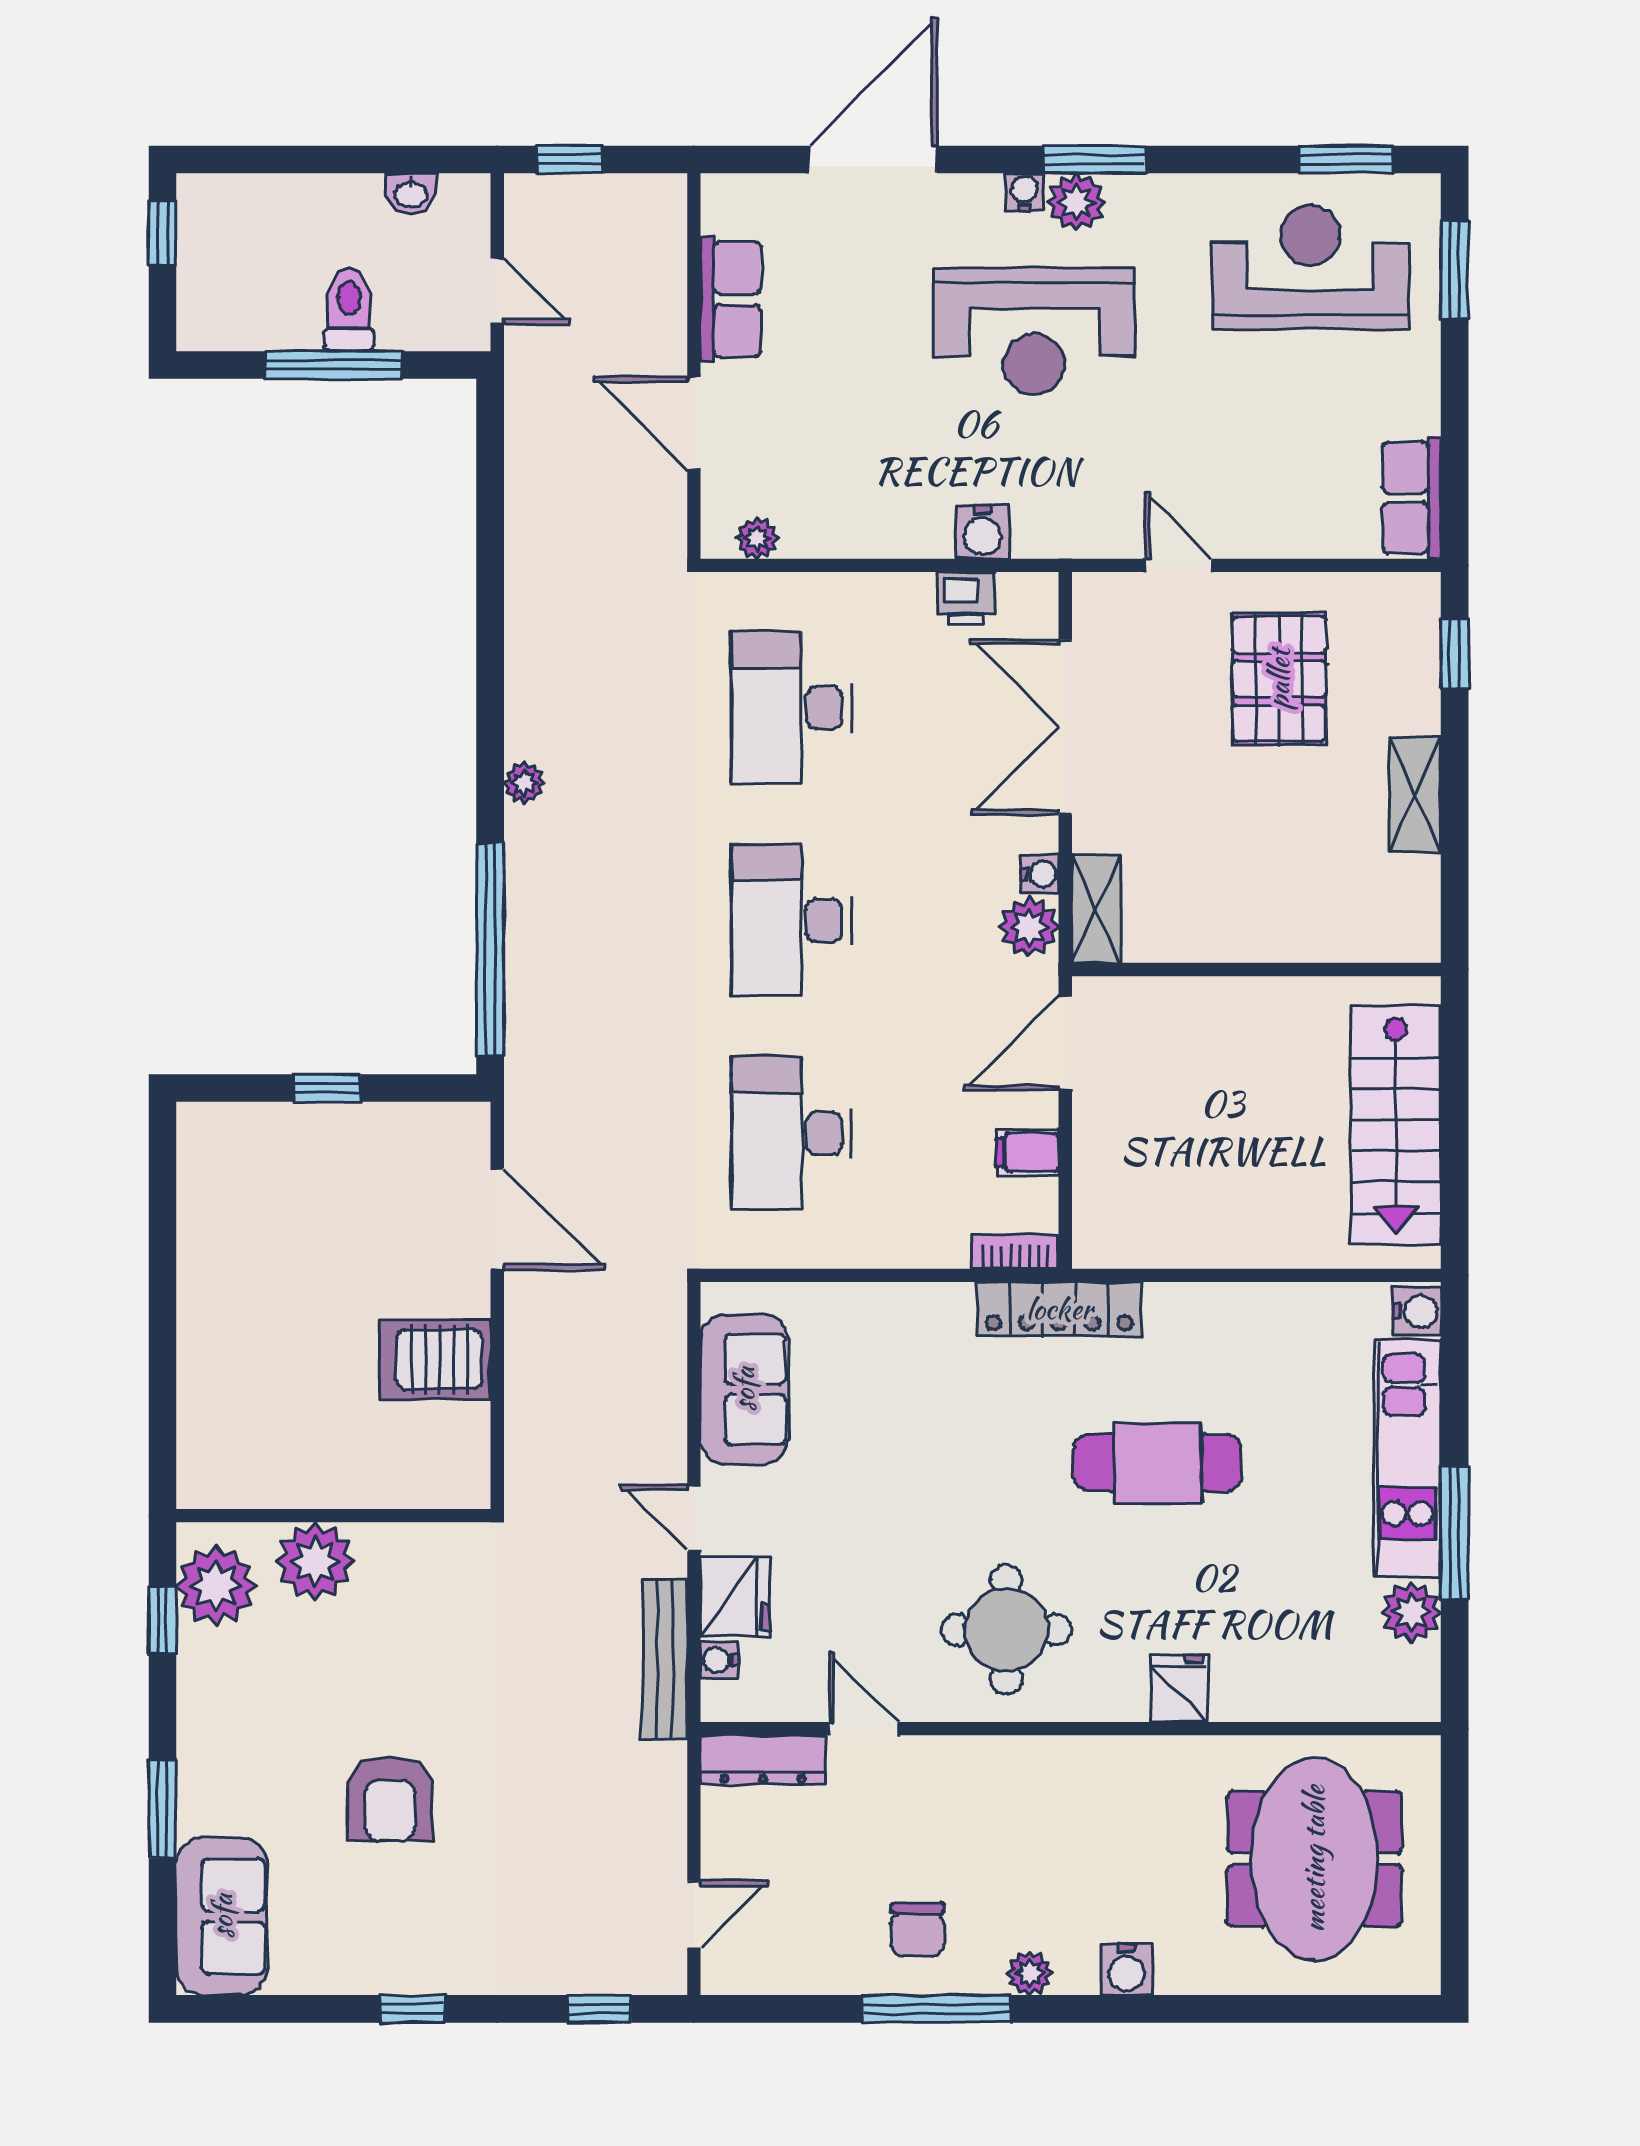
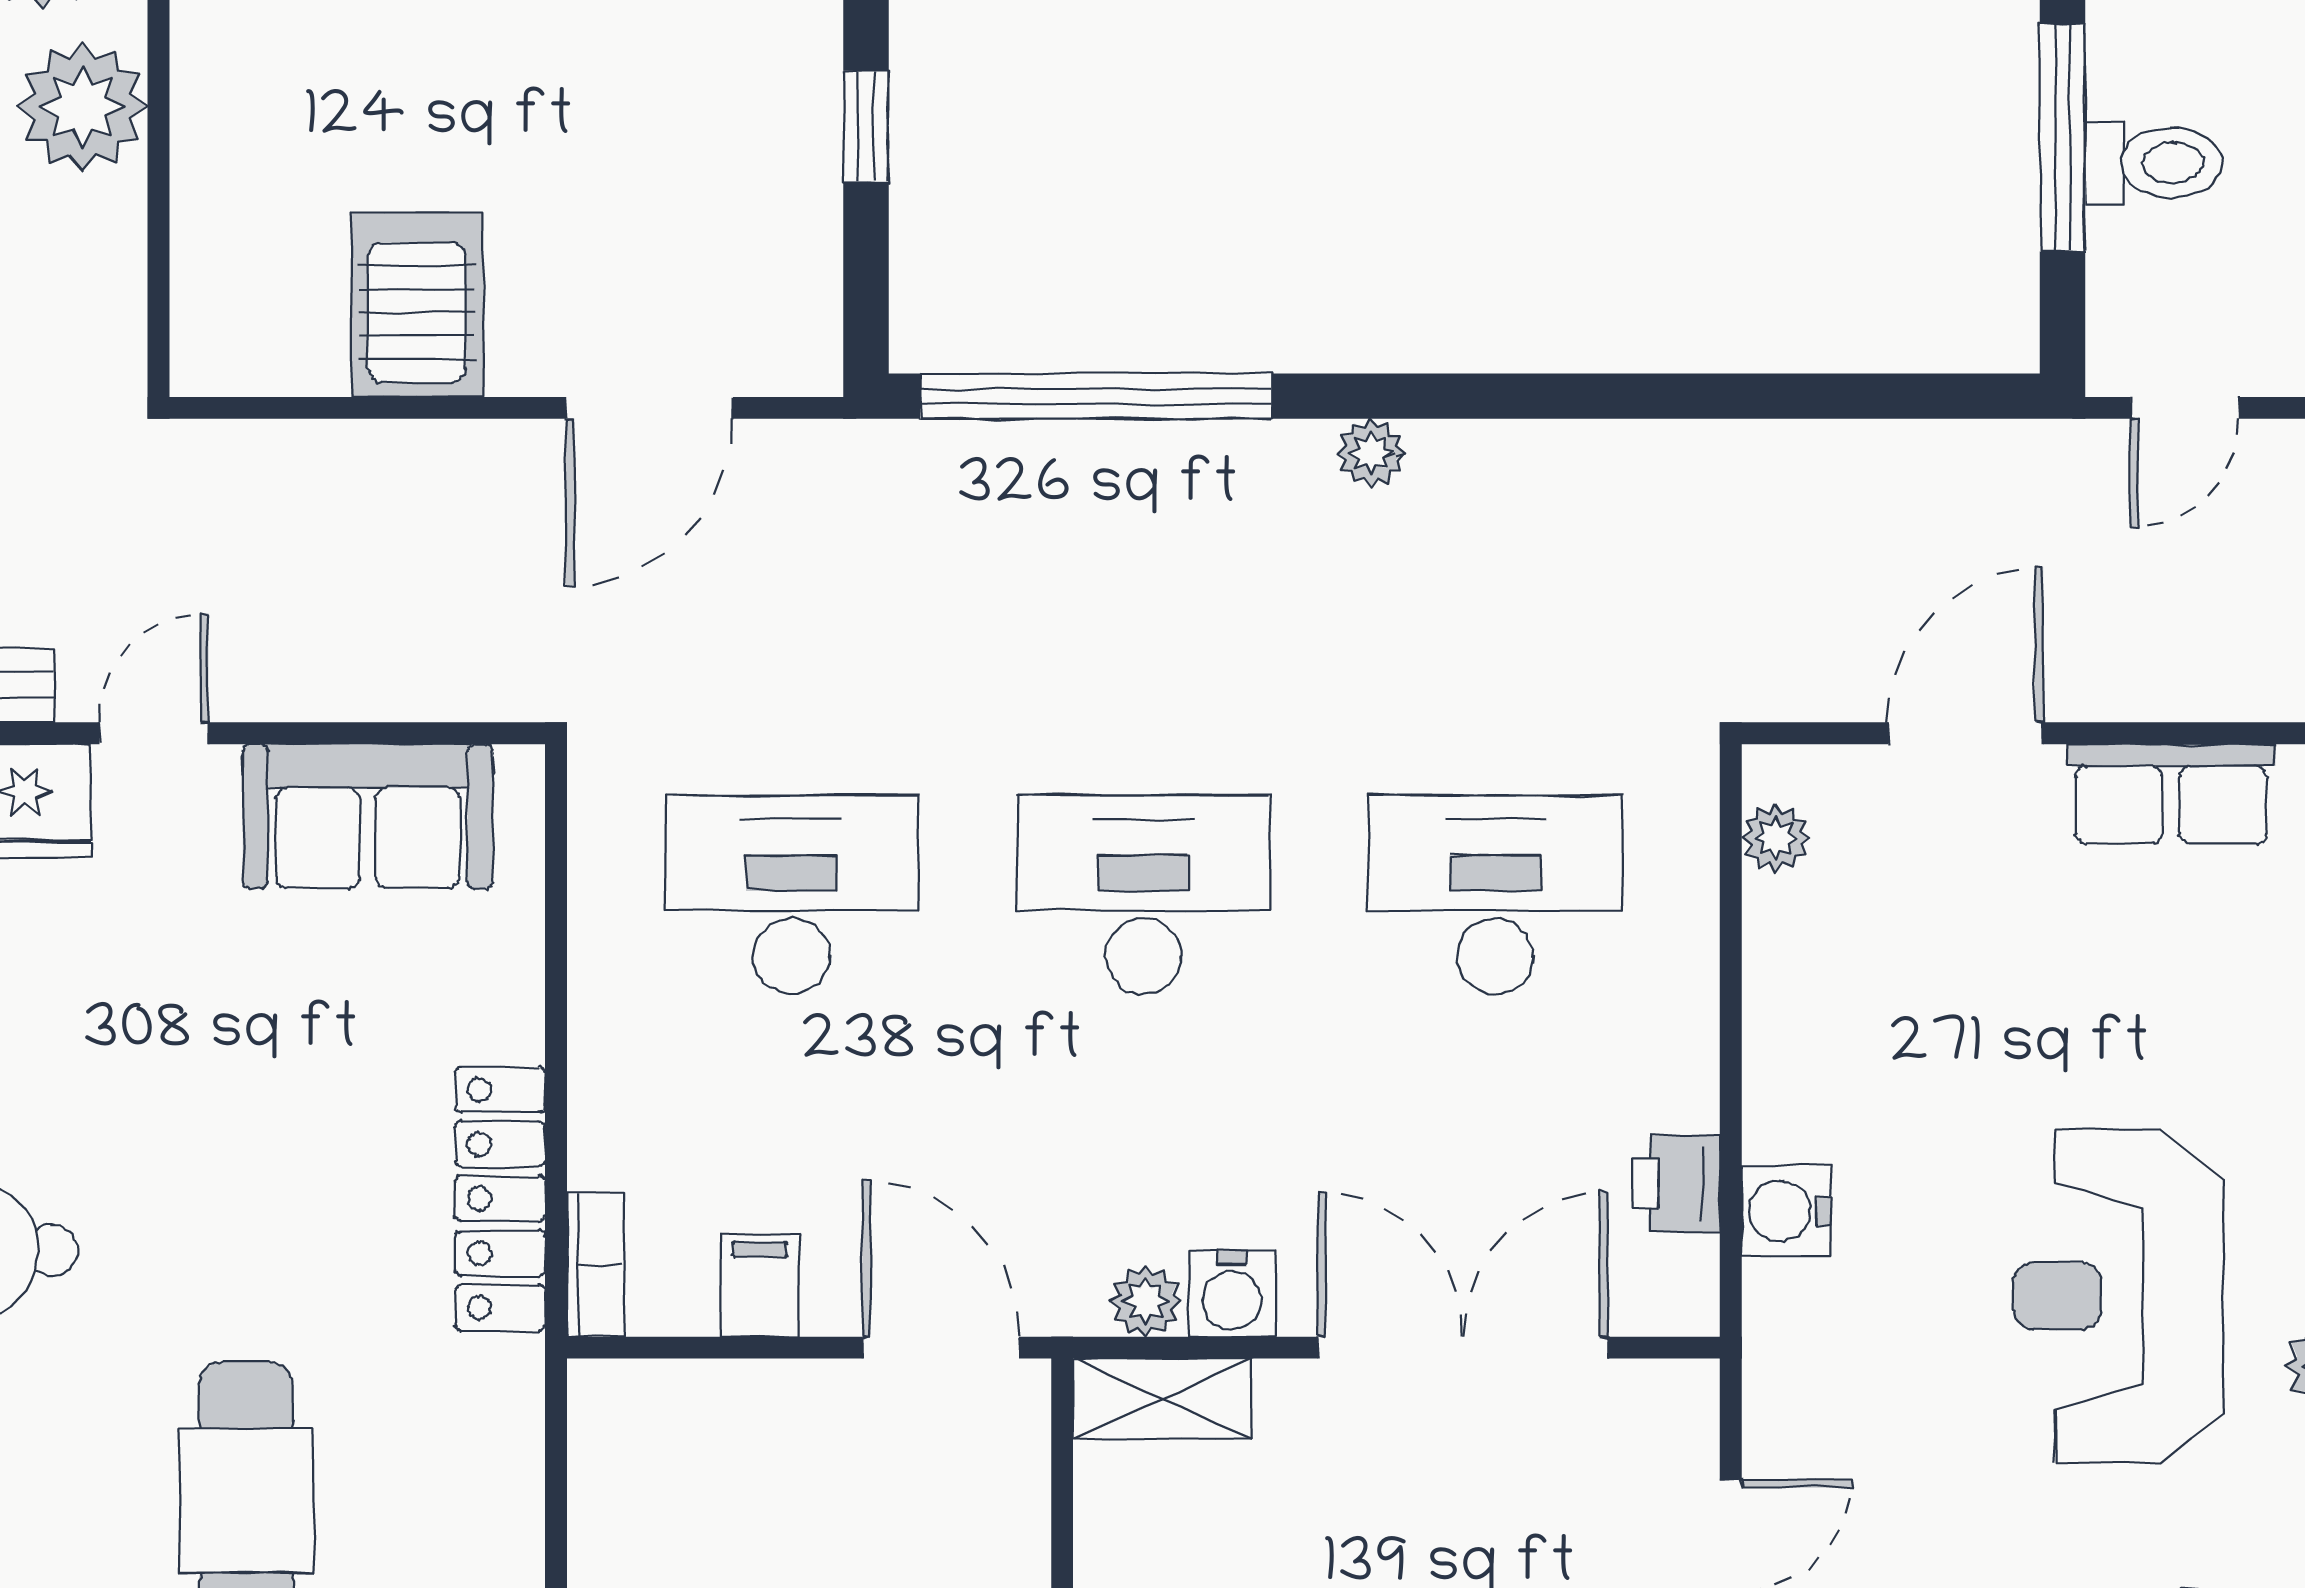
water cooler: (1040, 874) -> (1232, 1293), width x1.38, depth x1.38
plant: (1029, 927) -> (1146, 1301), width x0.73, depth x0.73
locker: (1059, 1309) -> (500, 1199), moved

